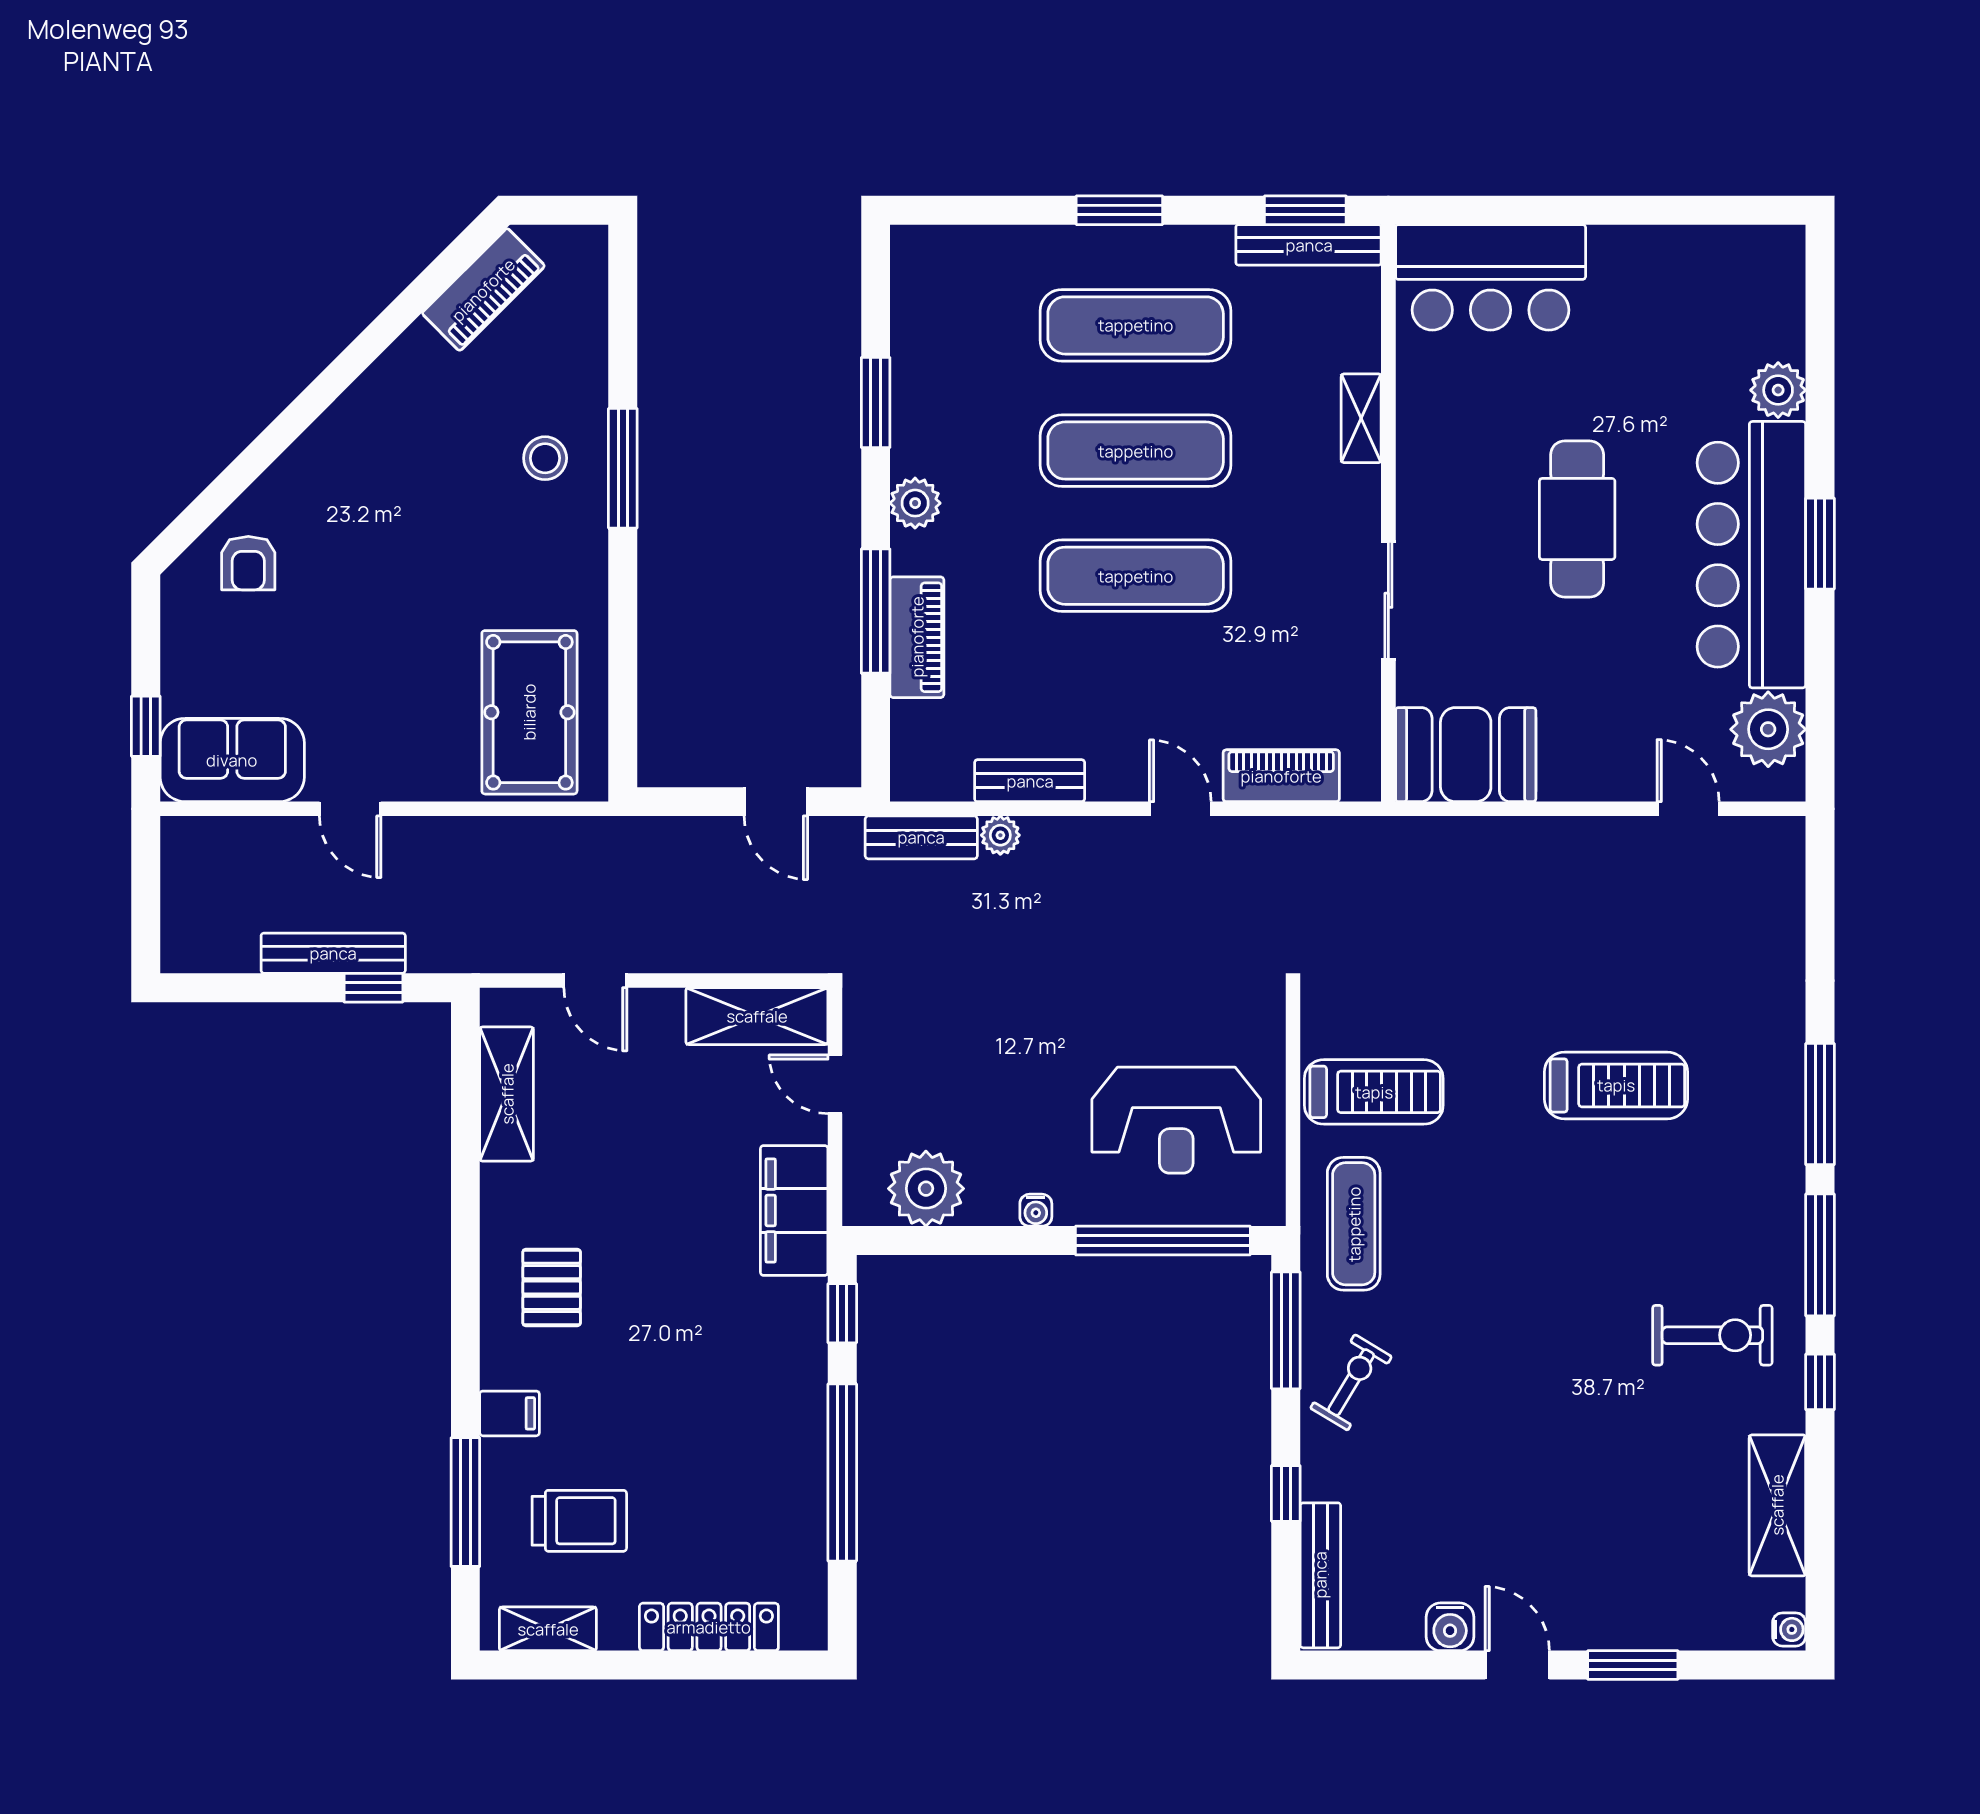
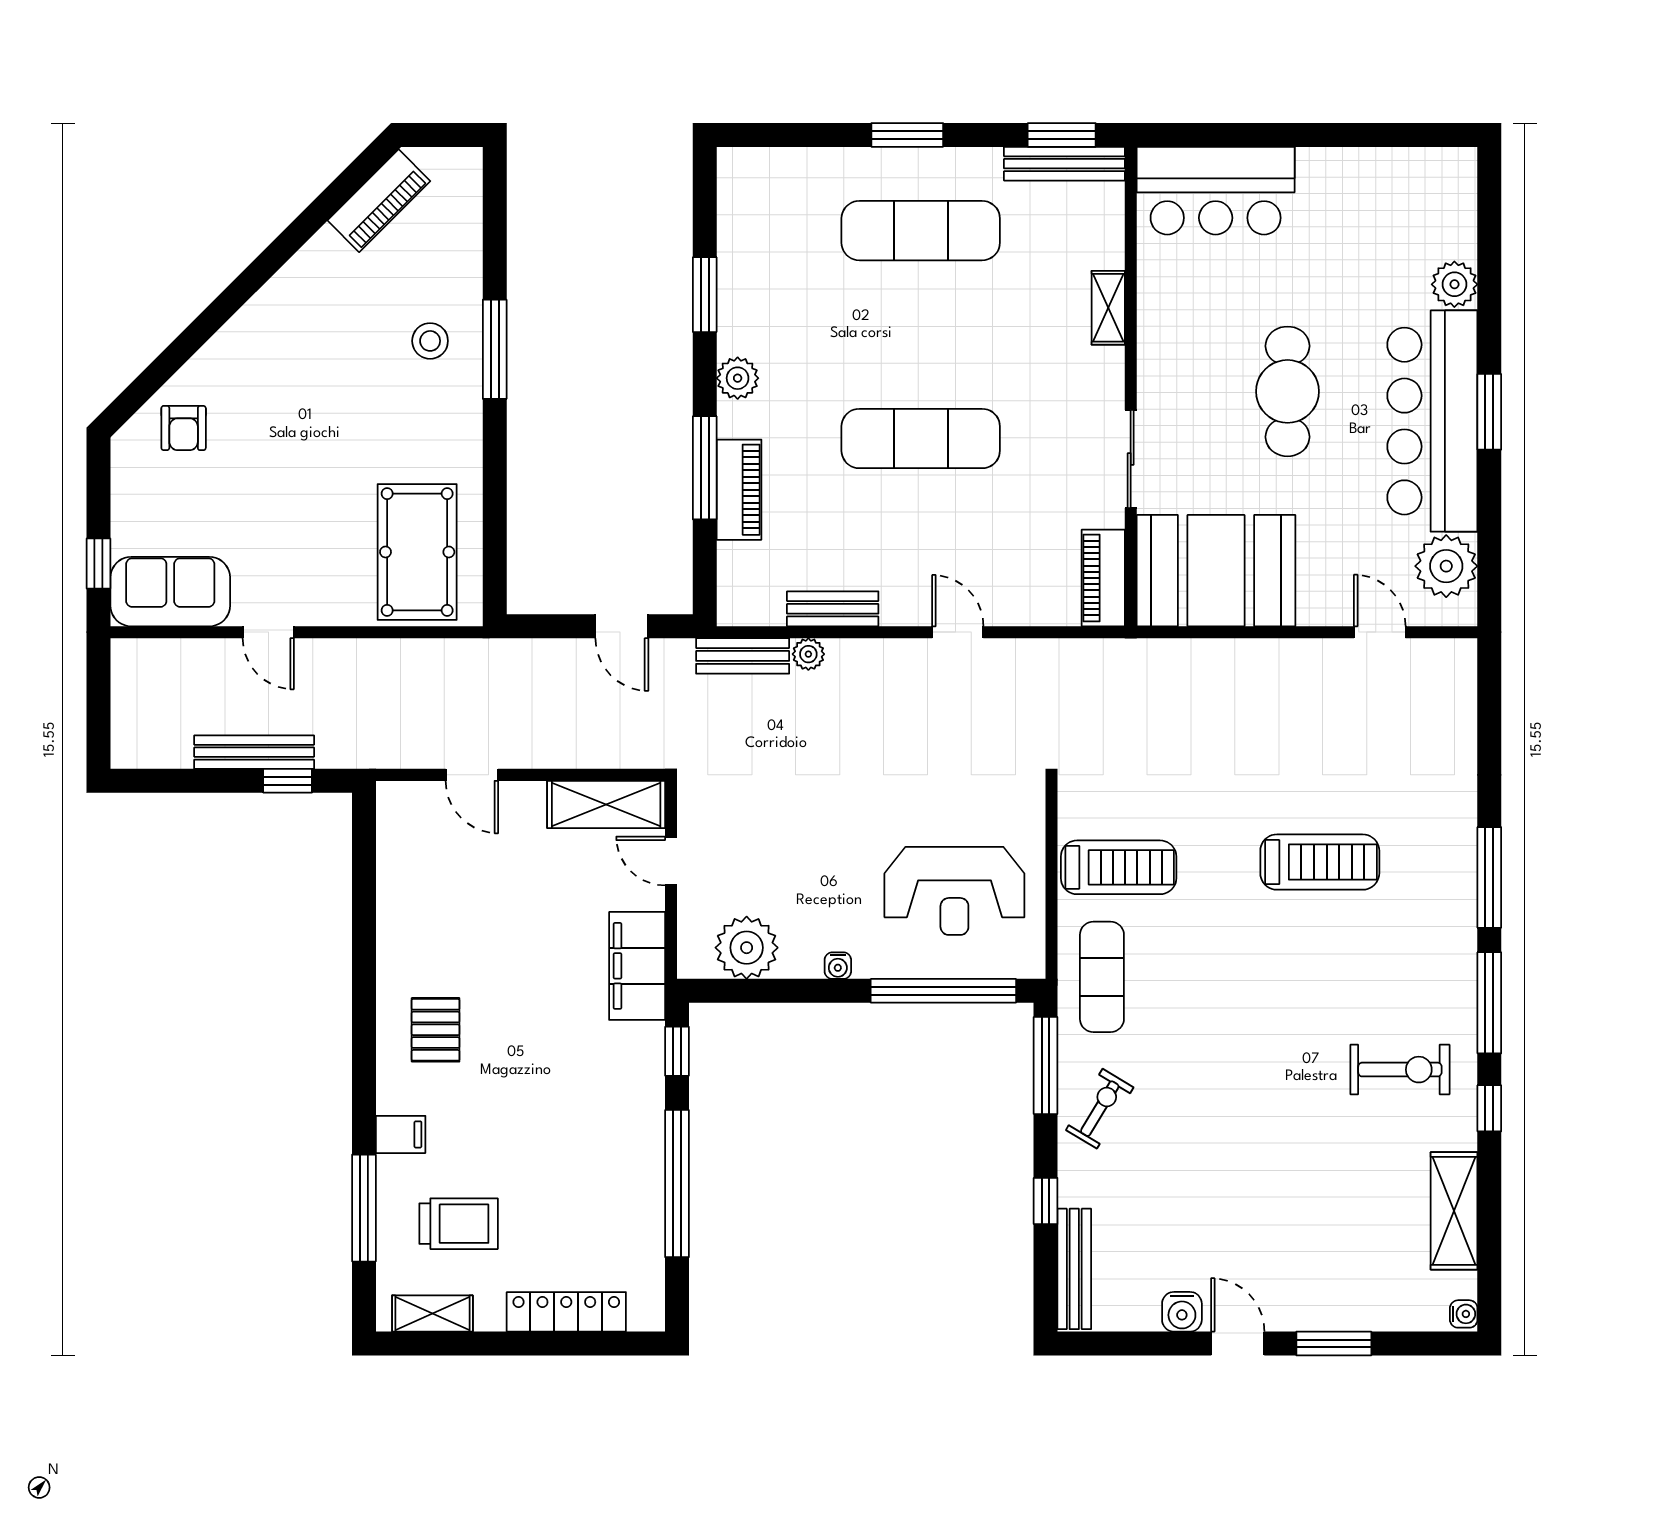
exercise mat: (1136, 451) -> (921, 335), removed
booth: (1466, 755) -> (1216, 571), width x1.36, depth x1.42
piano: (1281, 776) -> (1103, 578), moved, turned -90
shelving: (507, 1094) -> (398, 869), removed

